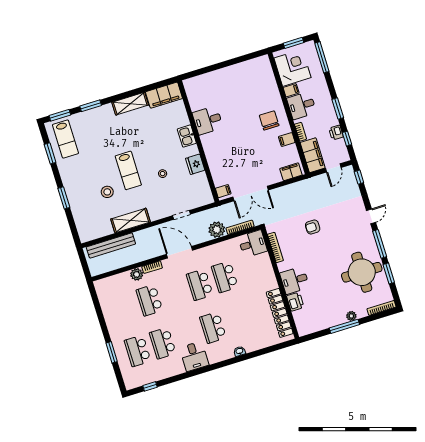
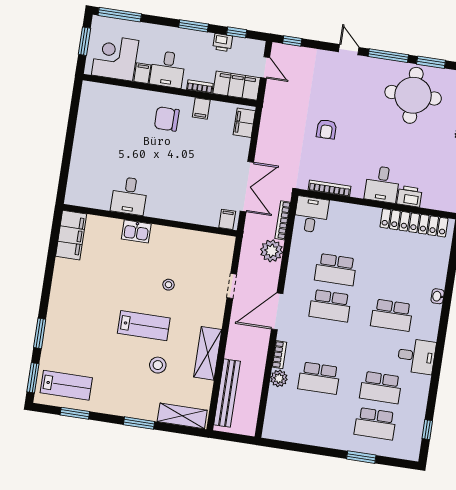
shelving: (130, 104) -> (182, 416), moved, turned 90
fridge: (195, 164) -> (177, 238), removed

